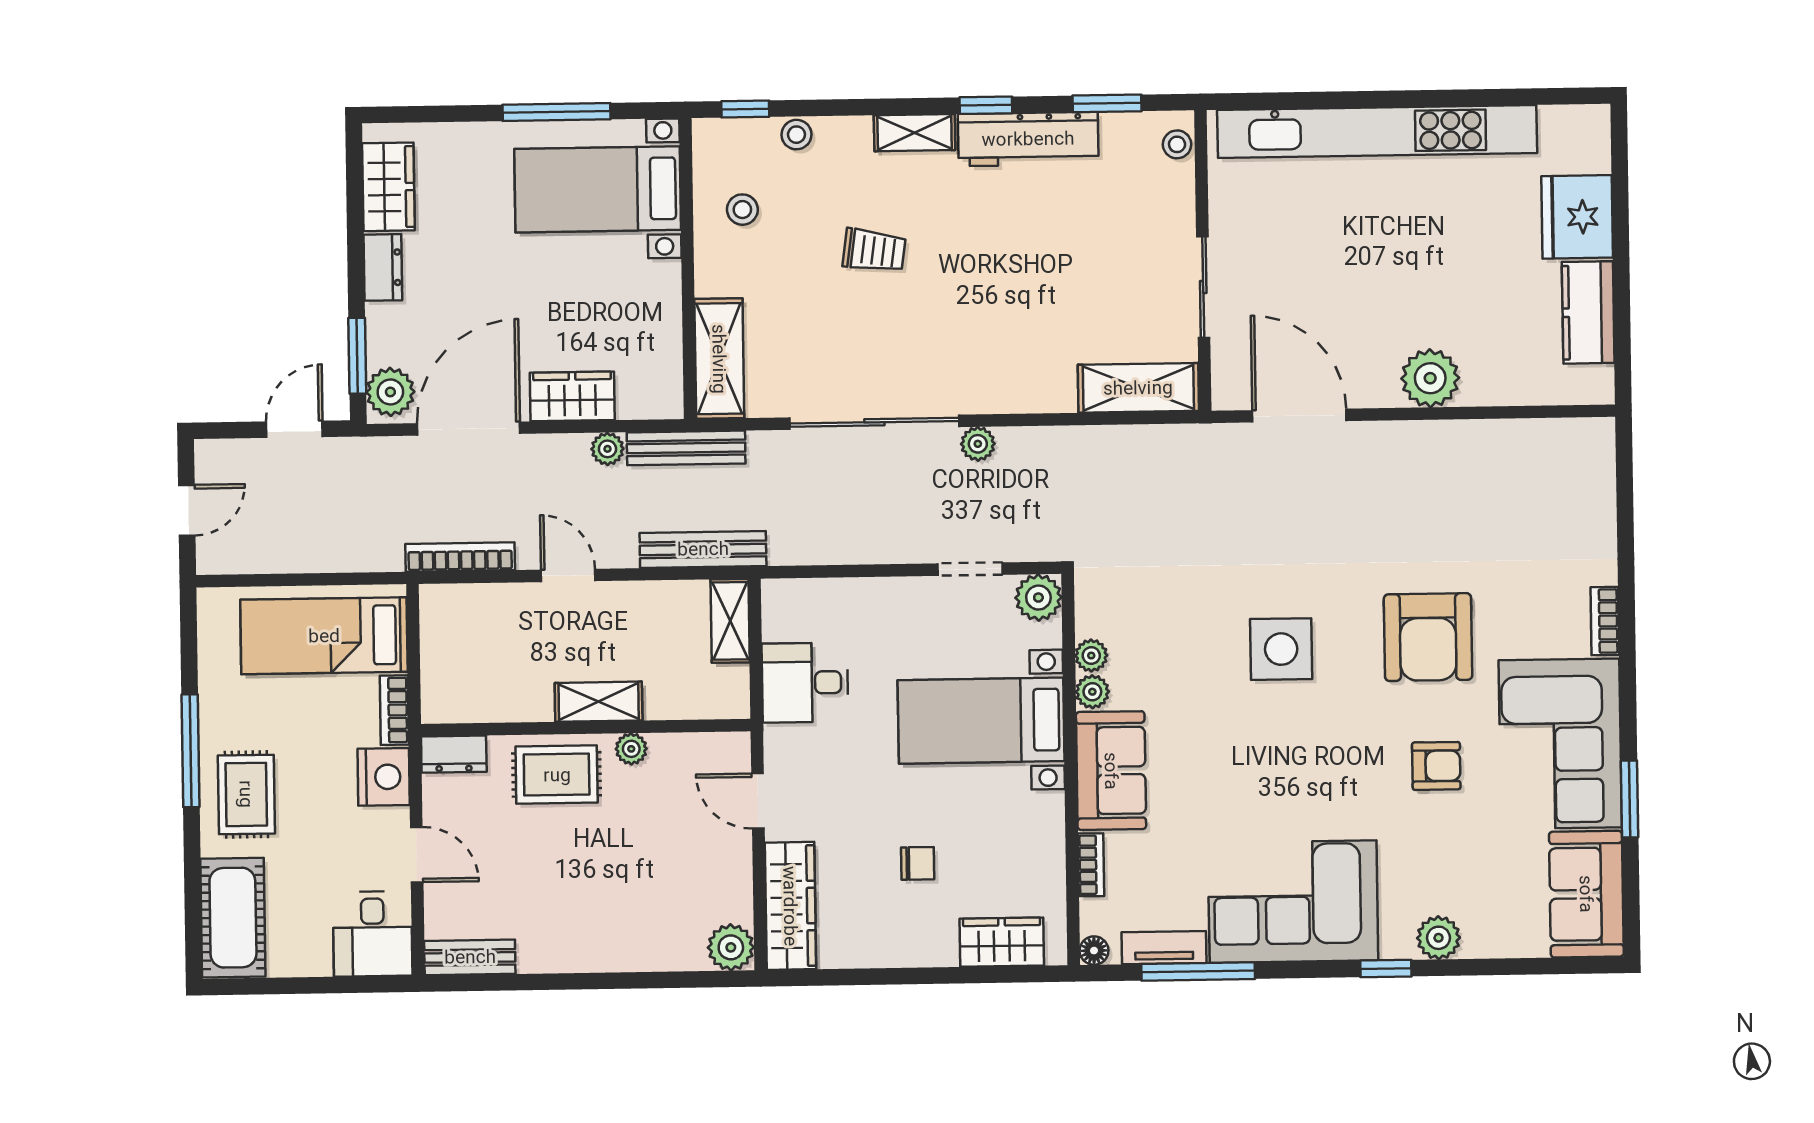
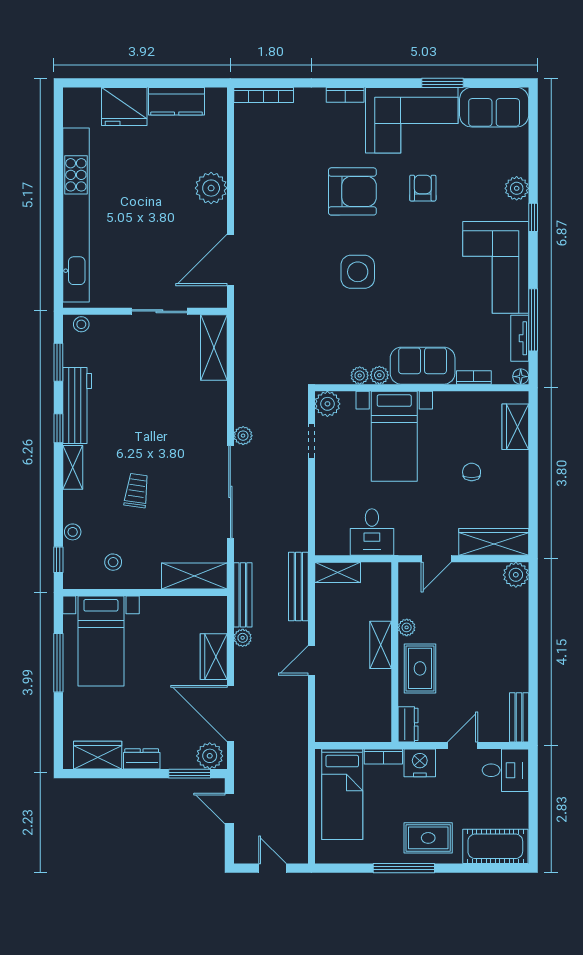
bookcase: (460, 557) -> (264, 95), moved, turned -90

